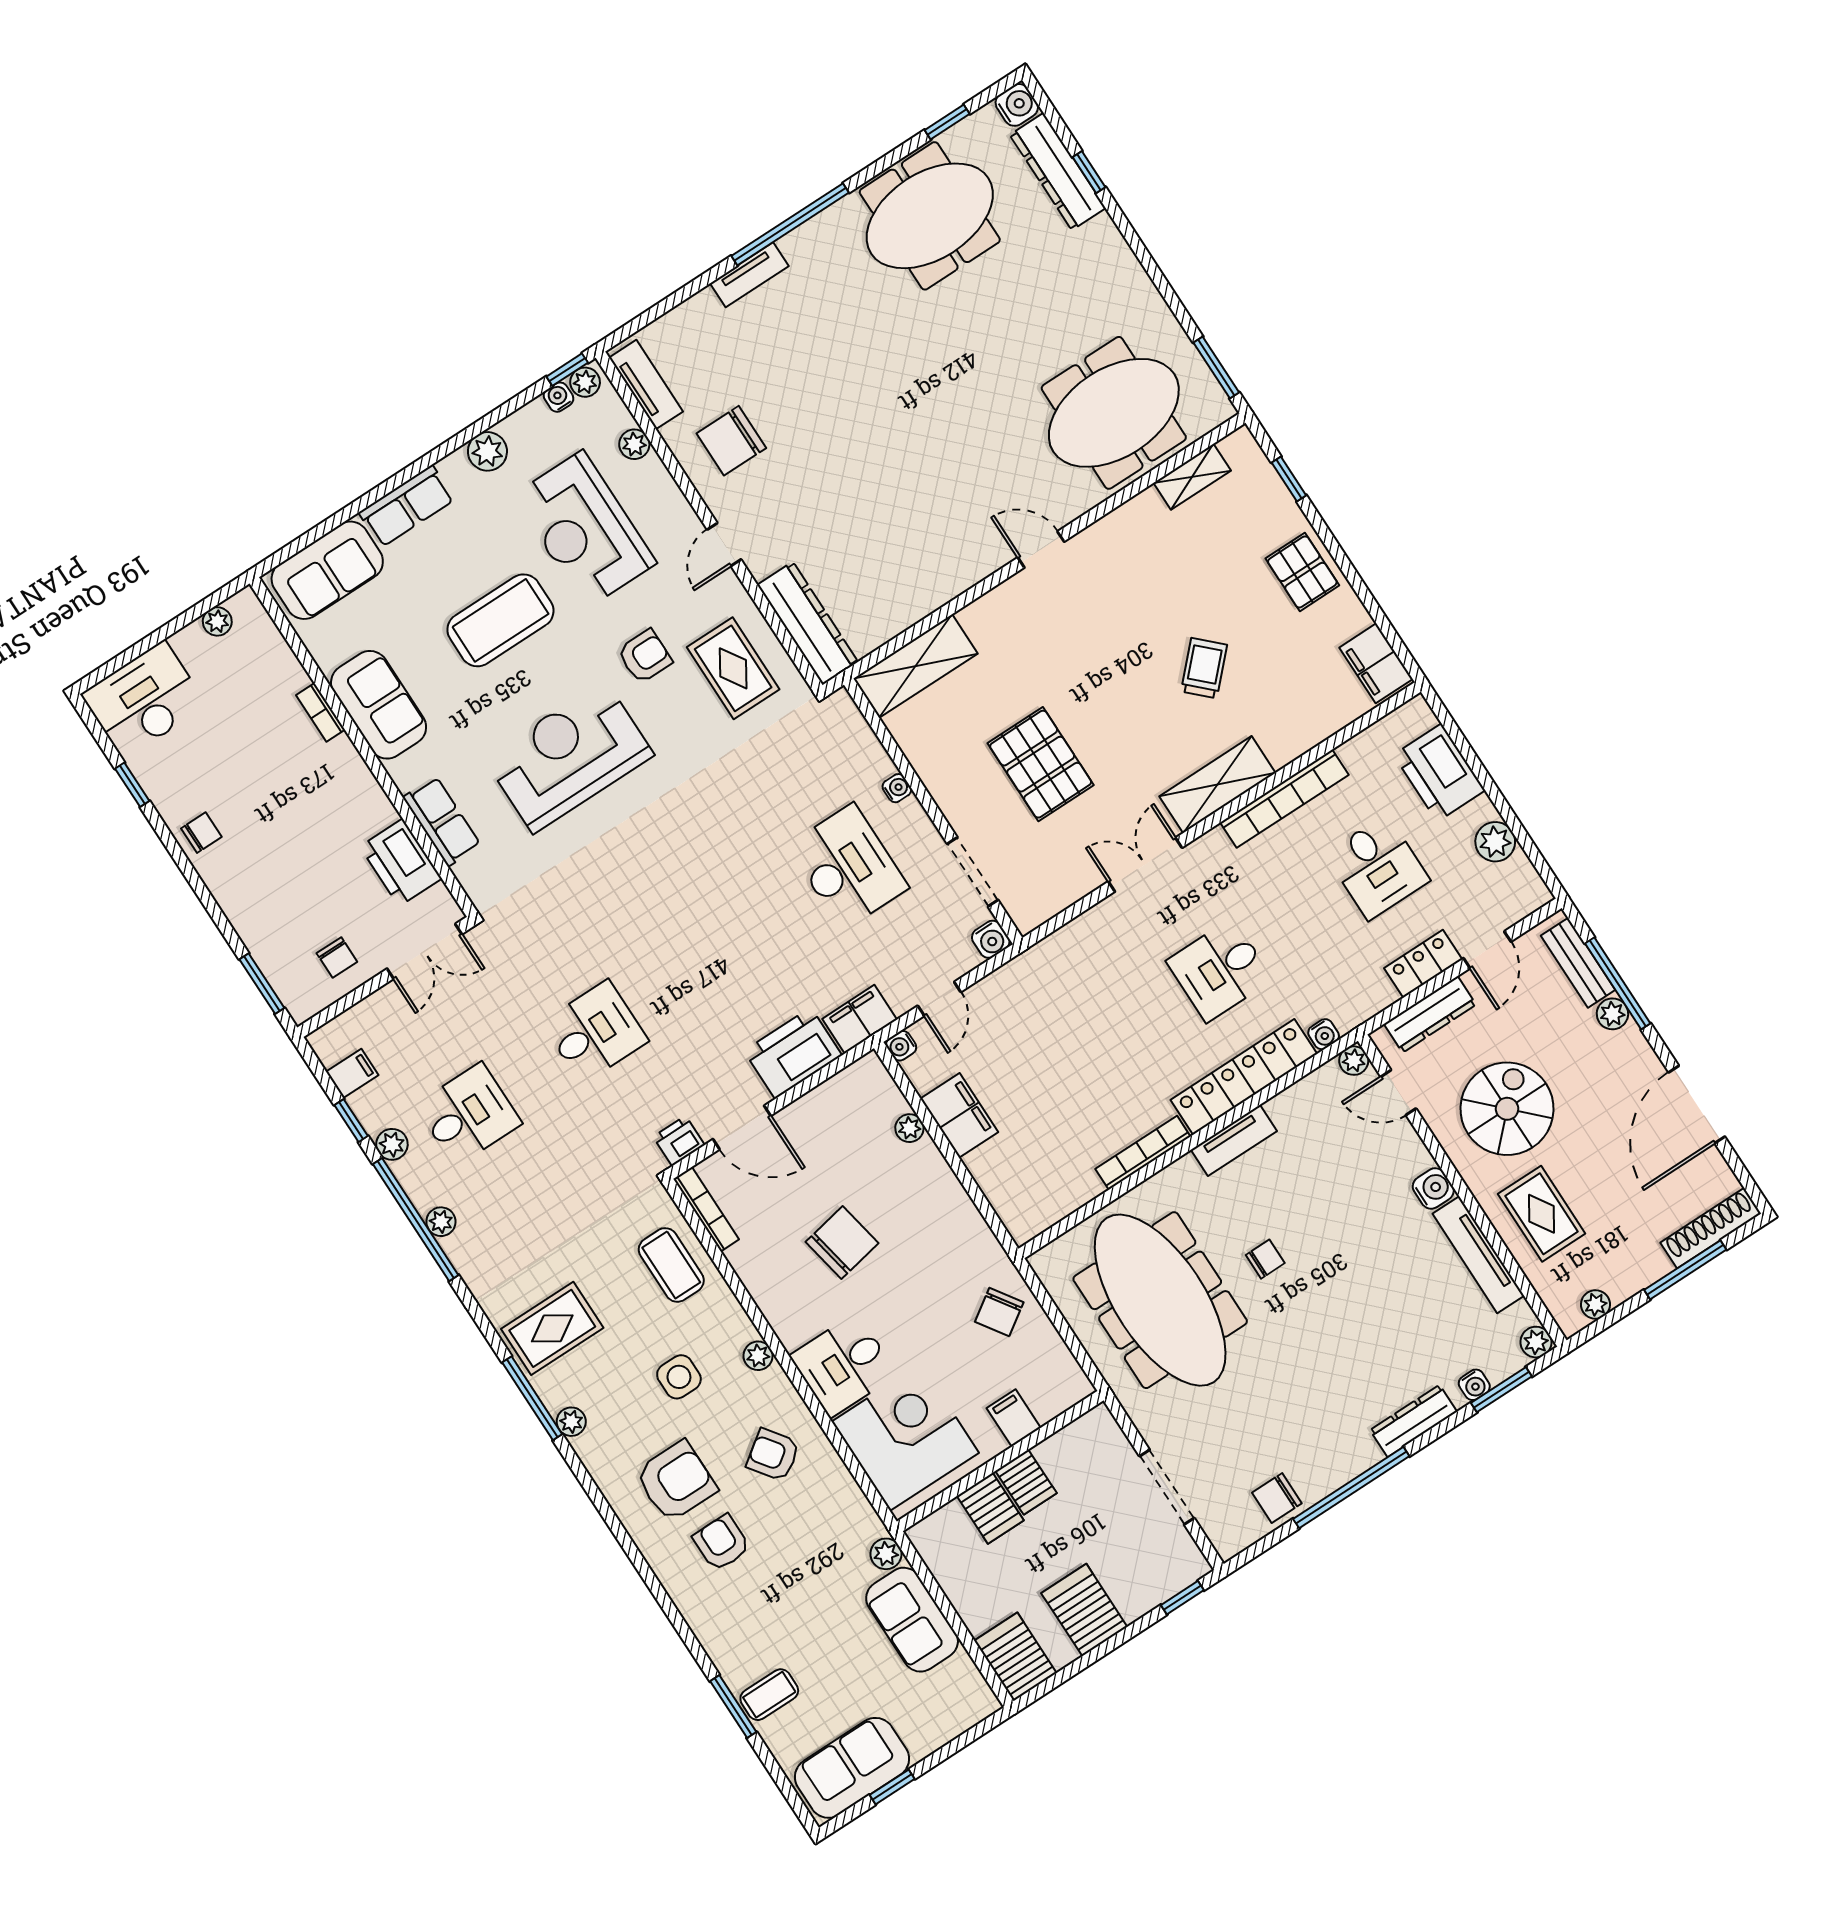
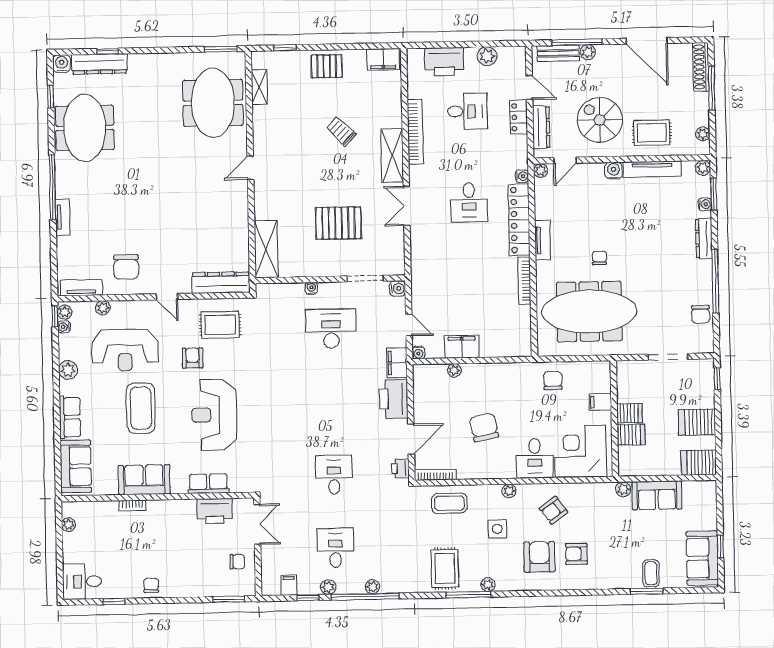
desk: (144, 700) -> (82, 581), width x0.73
chair: (999, 1312) -> (553, 381), turned -146

